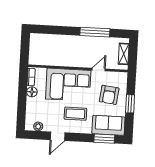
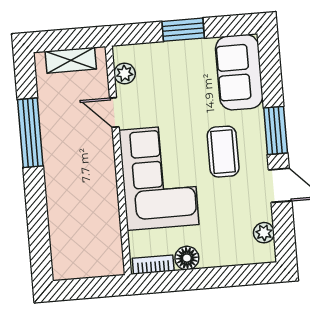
plant: (115, 76) -> (125, 73), added
armchair: (109, 95) -> (169, 80), removed
window: (104, 139) -> (276, 130), moved

